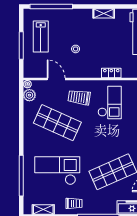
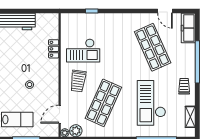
door: (56, 79) -> (60, 114), moved
checkout: (110, 102) -> (83, 50), turned 180

